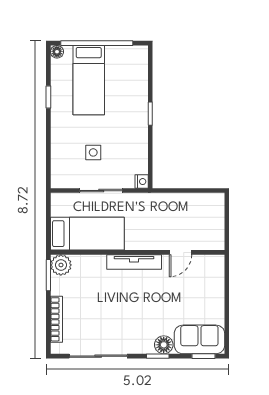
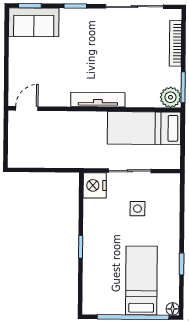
nightstand: (142, 182) -> (95, 185), width x1.89, depth x1.79
door: (180, 252) -> (27, 109), moved
floor lamp: (164, 345) -> (69, 17), removed

